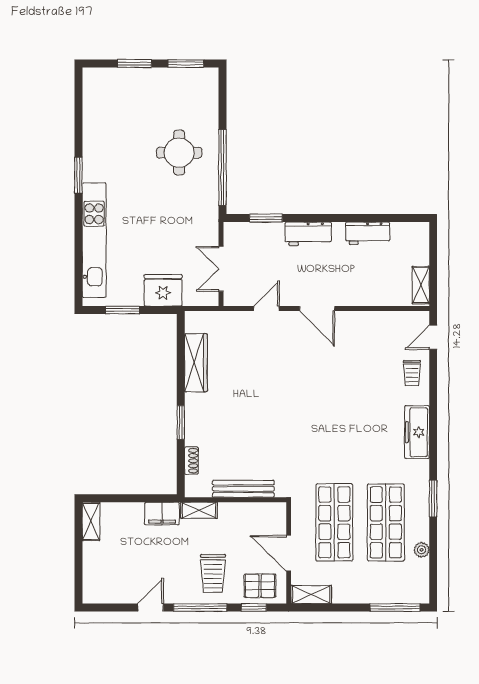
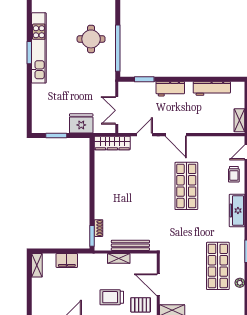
workbench: (368, 233) -> (212, 88), width x1.38
kitchen unit: (94, 240) -> (39, 48), moved
wardrobe: (196, 363) -> (112, 143), moved, turned 90
window: (181, 422) -> (92, 236), moved
shelving: (199, 510) -> (119, 258), moved
filing cabinet: (162, 514) -> (67, 260), moved
shop shelf: (334, 522) -> (186, 186), moved
trolley: (213, 573) -> (112, 297), turned 90

